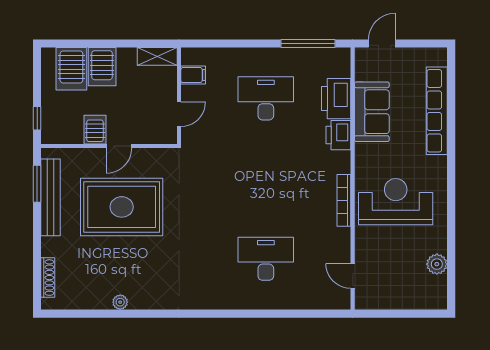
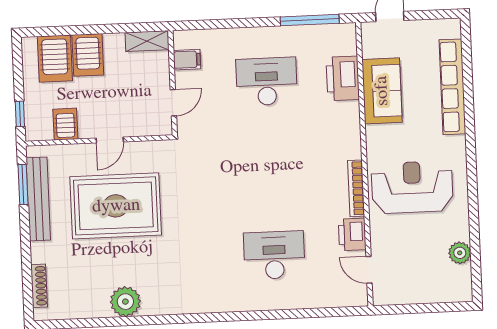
server rack: (95, 130) -> (65, 124), moved
printer: (338, 135) -> (352, 234), moved
plant: (120, 302) -> (125, 302), width x1.88, depth x1.88

